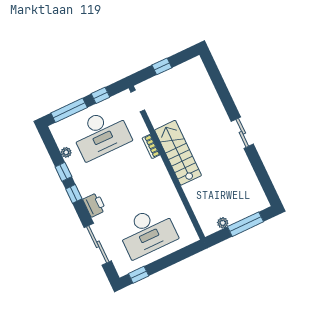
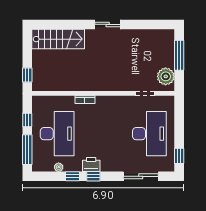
window: (162, 66) -> (27, 75), moved
doorway: (138, 101) -> (145, 93), moved
stairs: (178, 153) -> (58, 39), moved, turned 180
printer: (94, 205) -> (91, 164), moved
plant: (223, 223) -> (166, 76), width x1.88, depth x1.88

